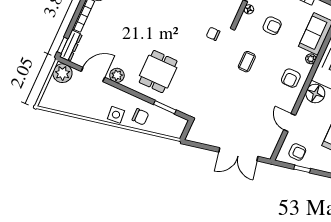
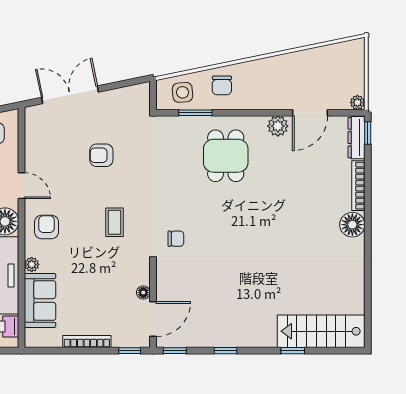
armchair: (272, 26) -> (101, 155), moved
plant: (62, 73) -> (357, 102), width x0.53, depth x0.53
side table: (116, 115) -> (183, 92), moved
chair: (140, 117) -> (222, 85), turned -90
door: (290, 123) -> (21, 186), moved

